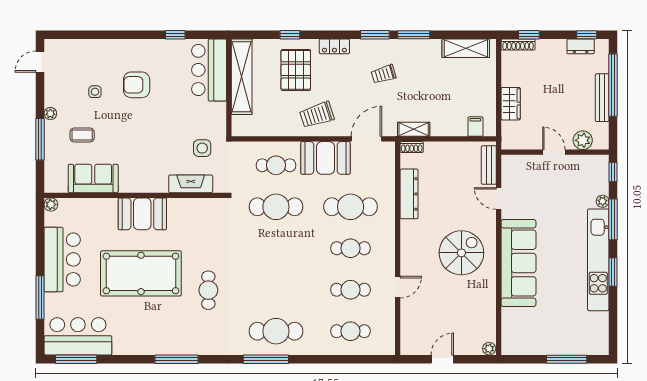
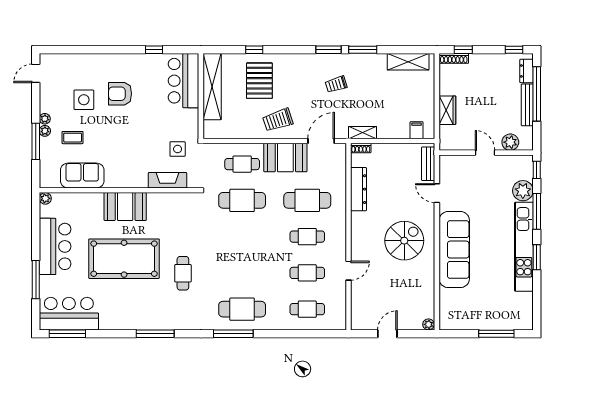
locker: (334, 46) -> (293, 60), removed
dresser: (581, 46) -> (527, 71), moved, turned 90
side table: (95, 92) -> (84, 100), width x1.87, depth x1.87
plant: (50, 127) -> (45, 131), added
plant: (603, 201) -> (523, 191), width x1.88, depth x1.88

